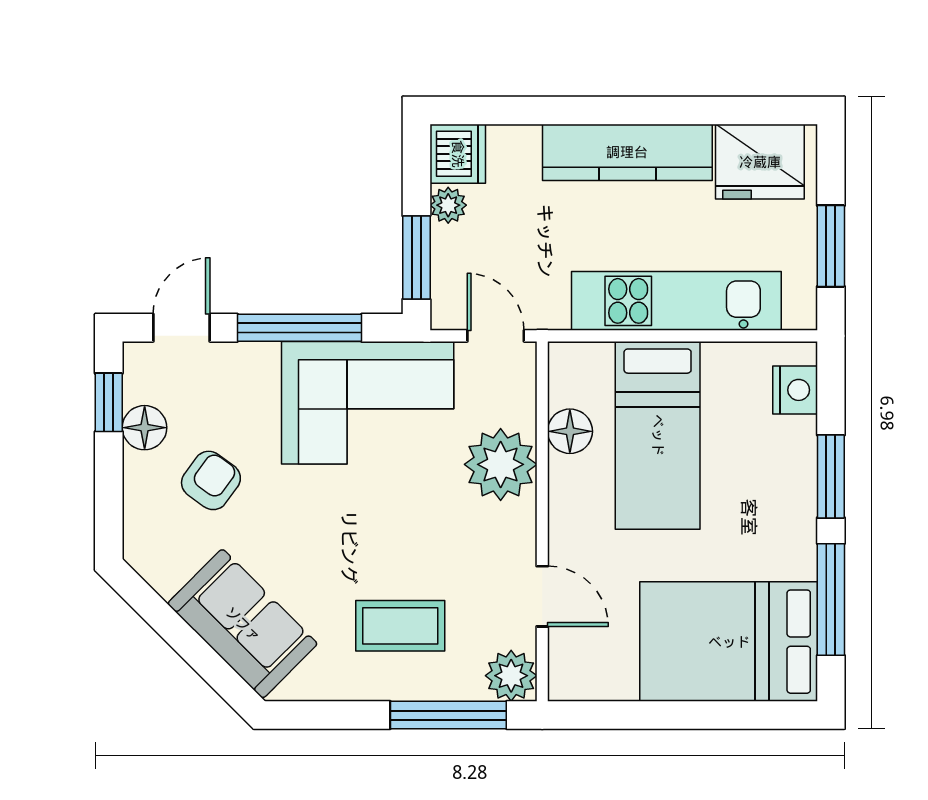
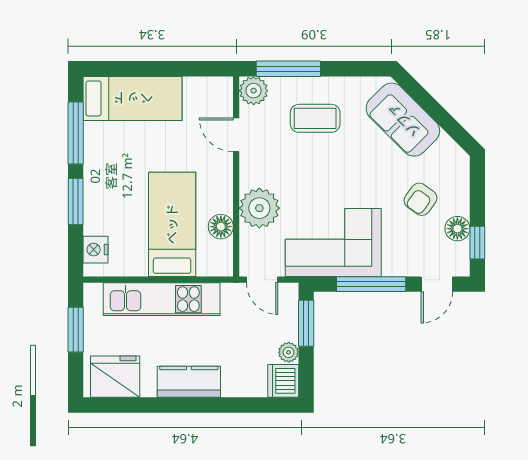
kitchen counter: (627, 152) -> (189, 382), width x0.67
bed: (729, 642) -> (133, 98), width x0.67

